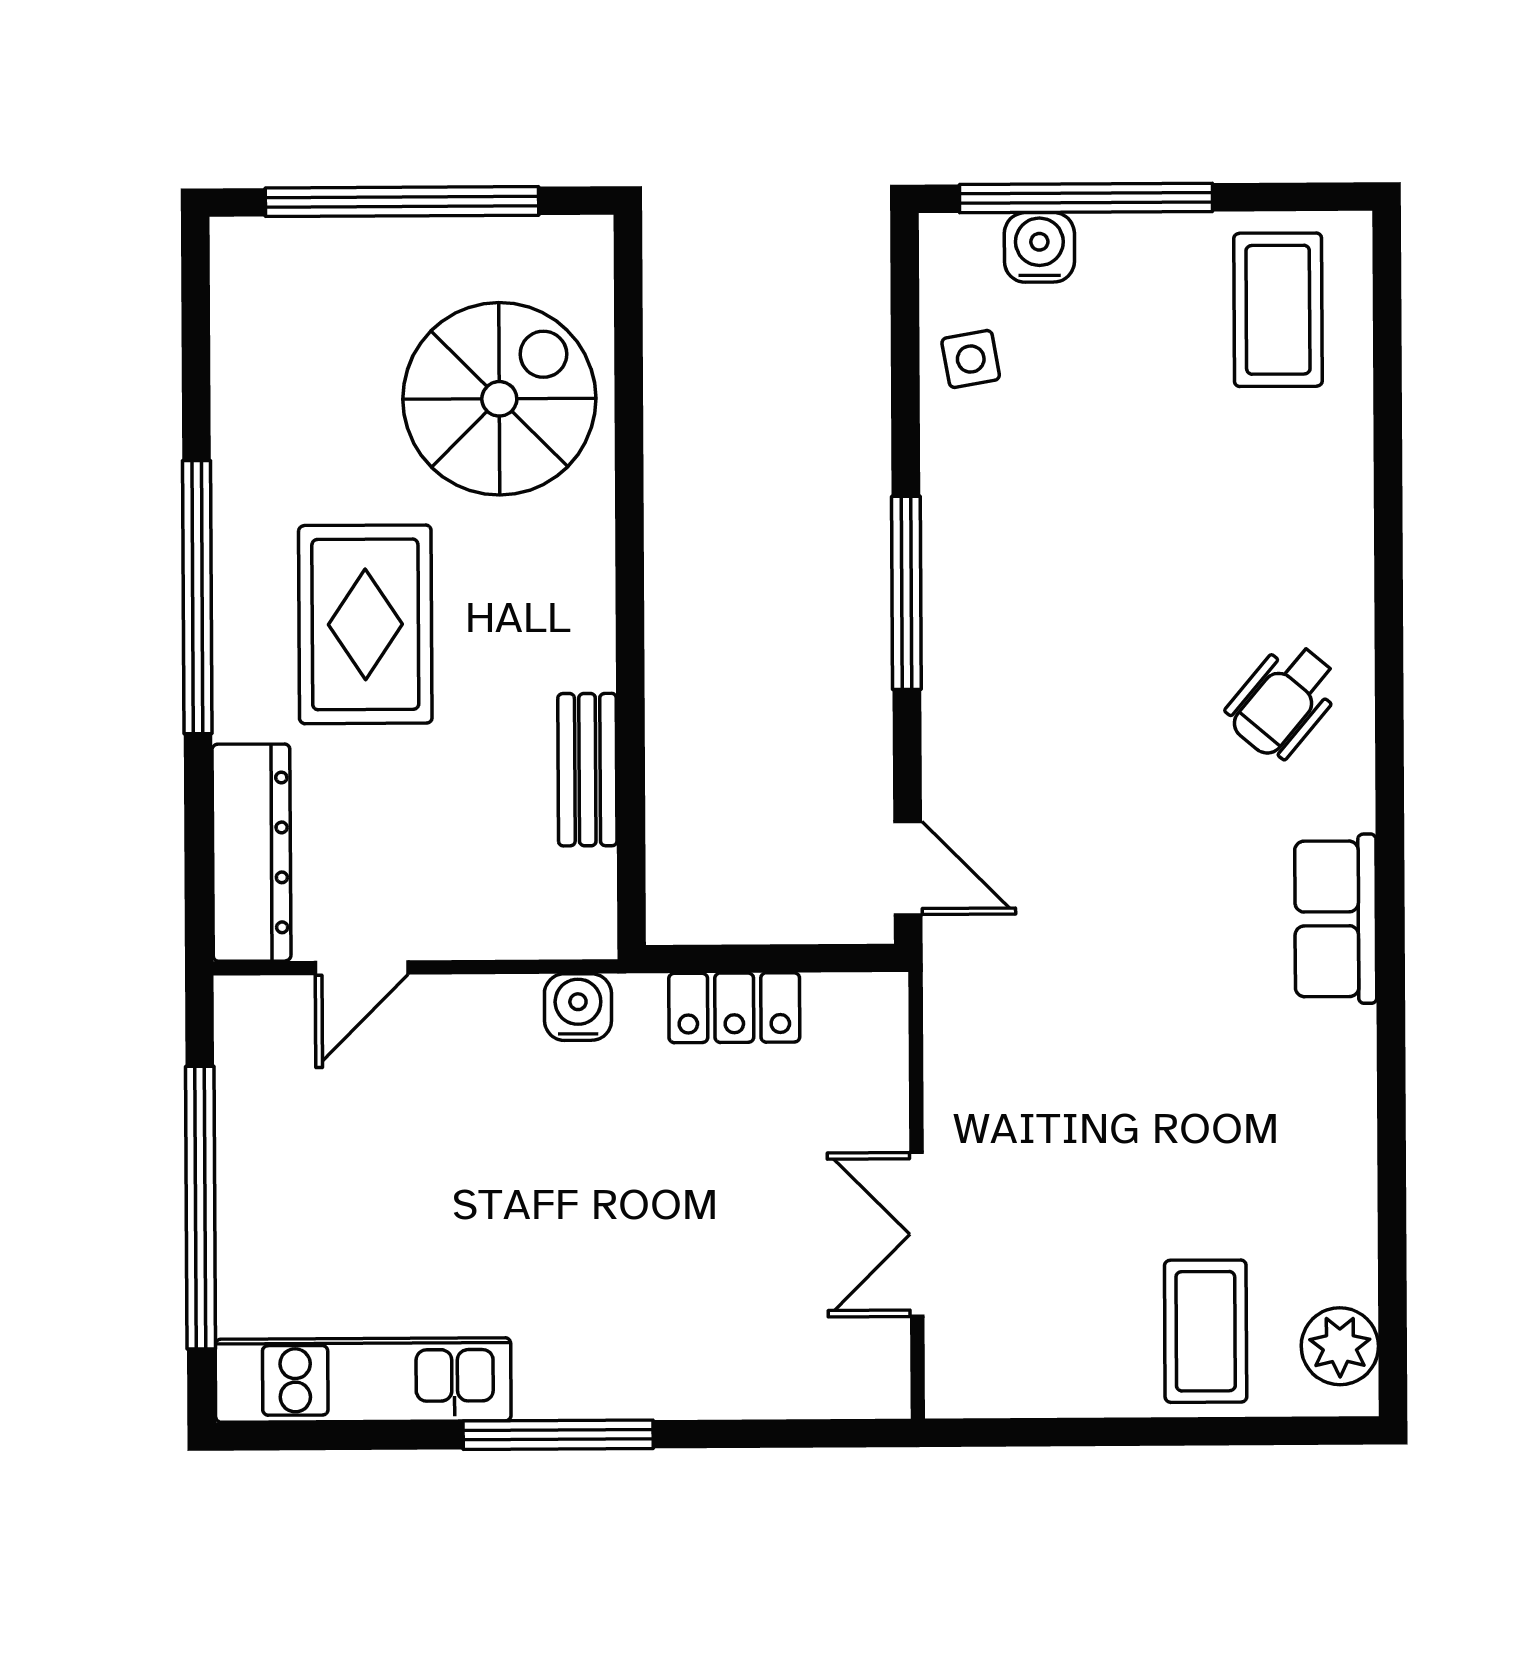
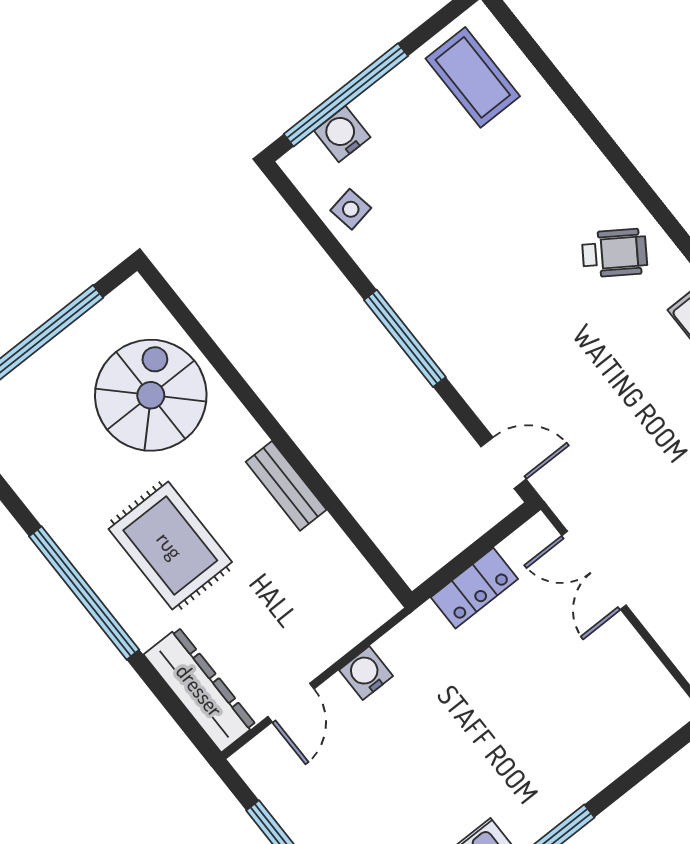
wheelchair: (1283, 701) -> (615, 253), turned -96
bench: (587, 770) -> (286, 486), moved
water cooler: (578, 1007) -> (366, 673), moved
double door: (917, 1234) -> (594, 570), moved

